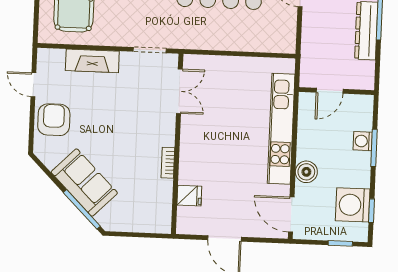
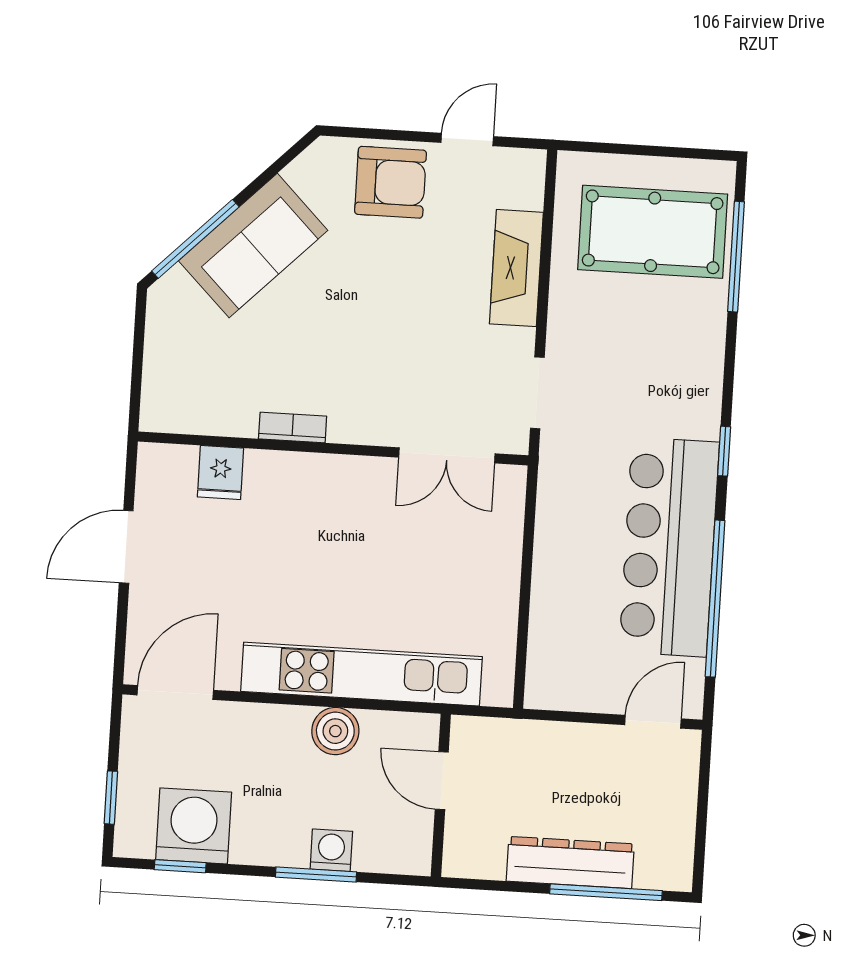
boiler: (306, 172) -> (335, 731), moved

